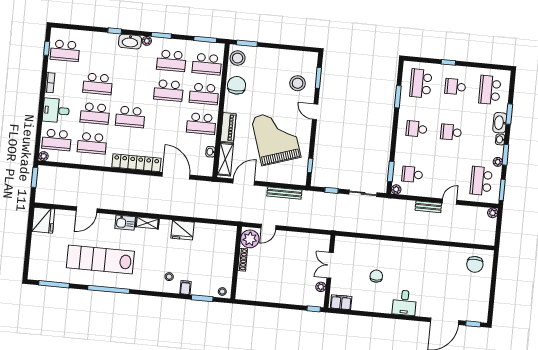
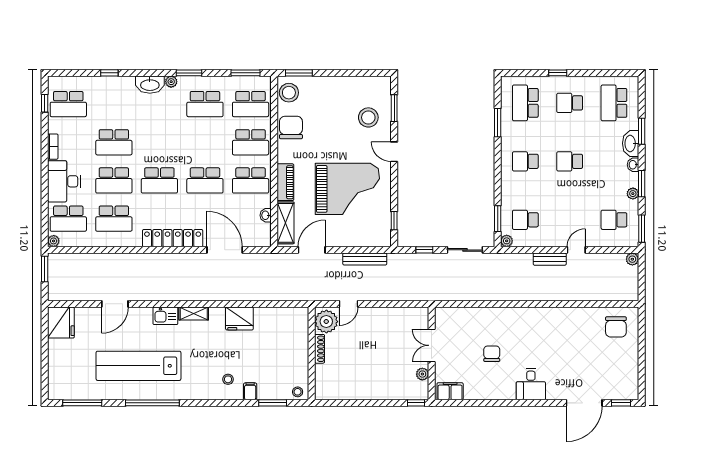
window: (115, 31) -> (109, 73), moved
school desk: (169, 90) -> (205, 180), moved
desk: (56, 111) -> (64, 181), width x1.37
grand piano: (276, 137) -> (347, 189), turned 108
school desk: (481, 181) -> (614, 220), width x0.54

